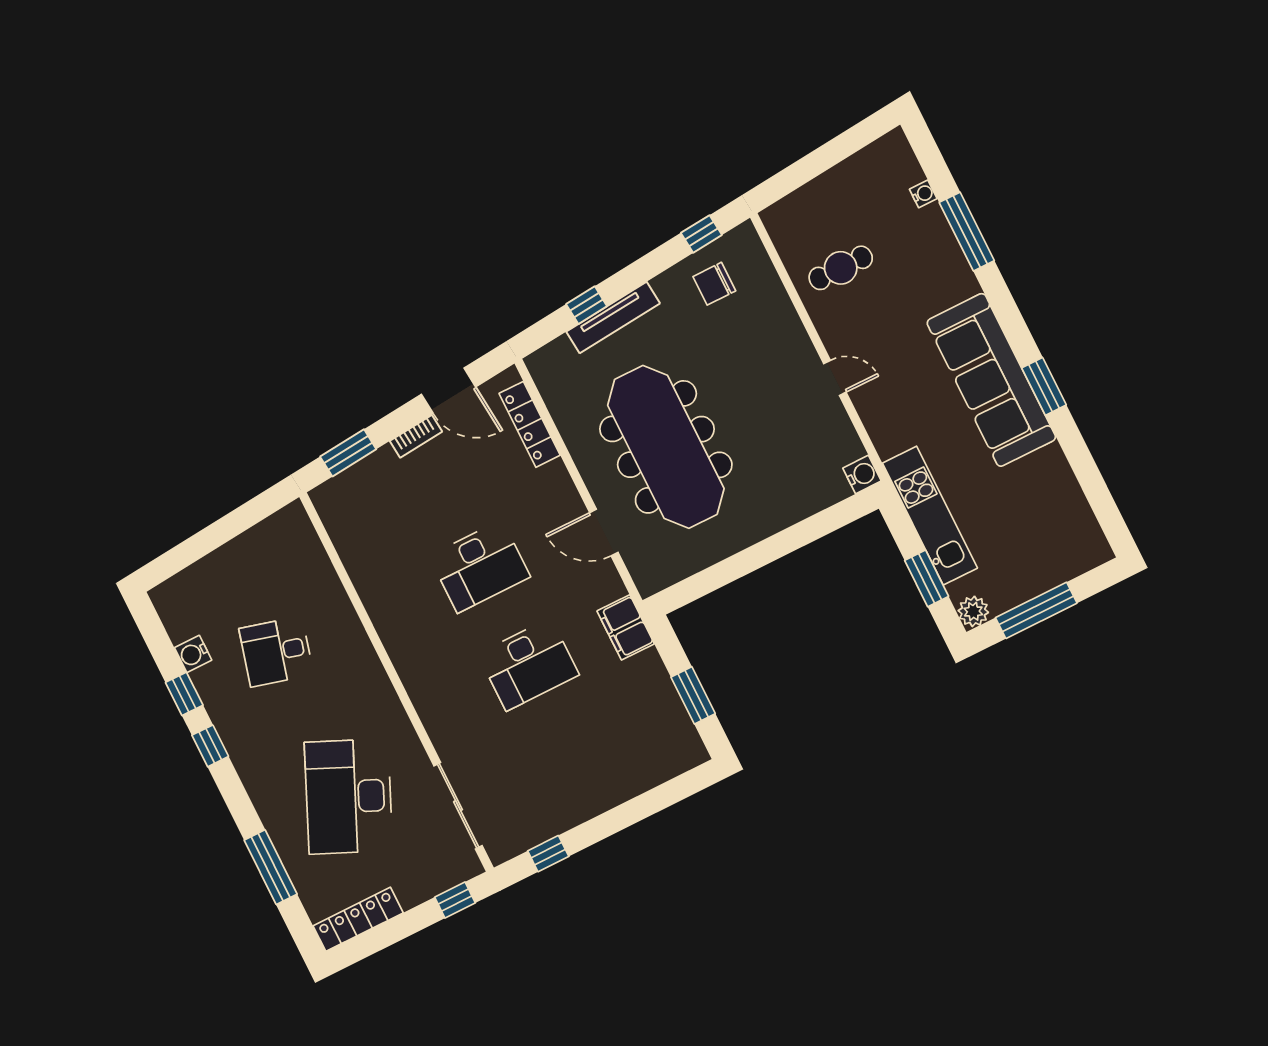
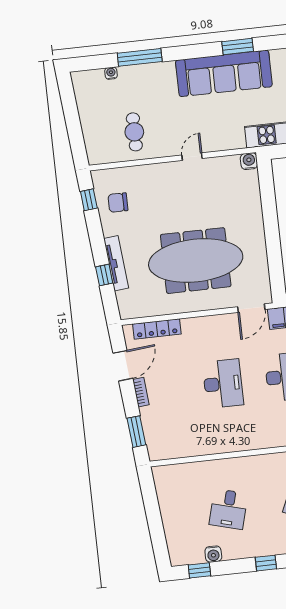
chair: (714, 284) -> (118, 203), turned 90
door: (604, 533) -> (251, 308), moved
window: (184, 694) -> (199, 570), moved

